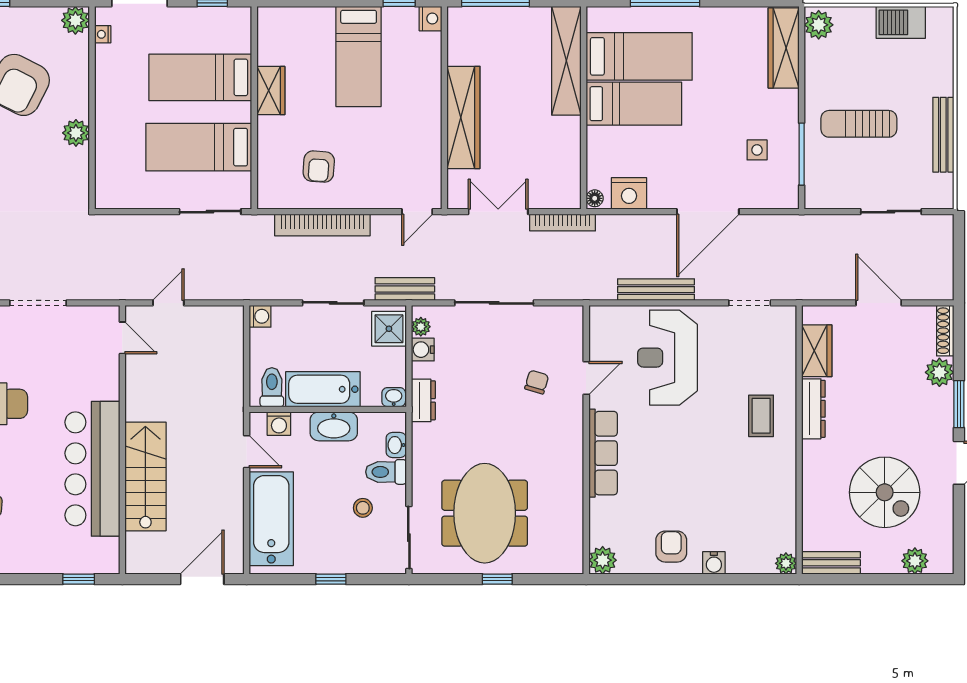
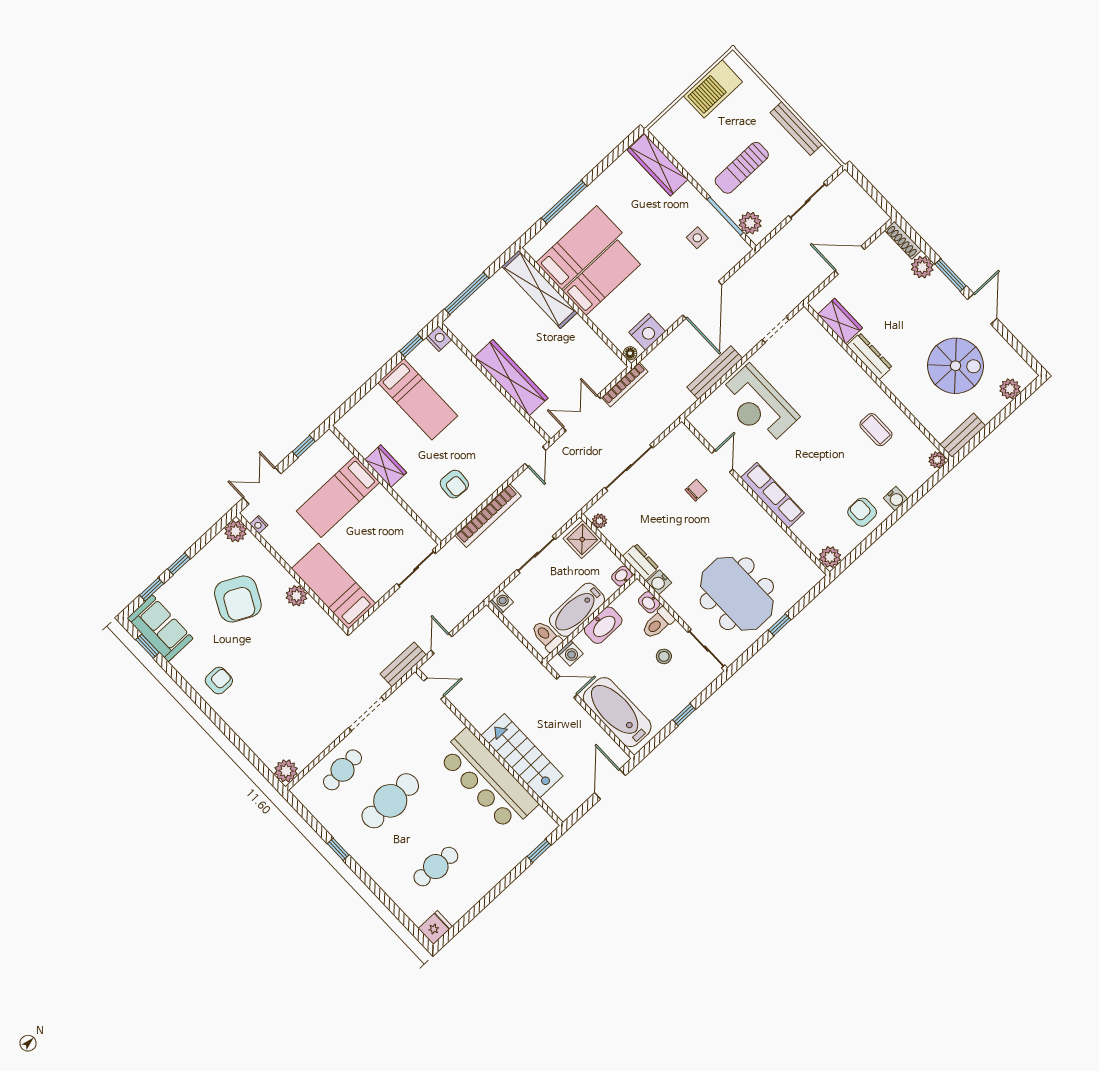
barbecue: (901, 22) -> (713, 89), width x1.37, depth x1.21
plant: (819, 25) -> (750, 223), moved
bed: (199, 147) -> (333, 586), moved, turned 90
bench: (405, 289) -> (403, 664), moved
water cooler: (423, 350) -> (659, 582), moved
chair: (537, 382) -> (696, 490), turned 74
coffee table: (761, 416) -> (876, 430), moved

